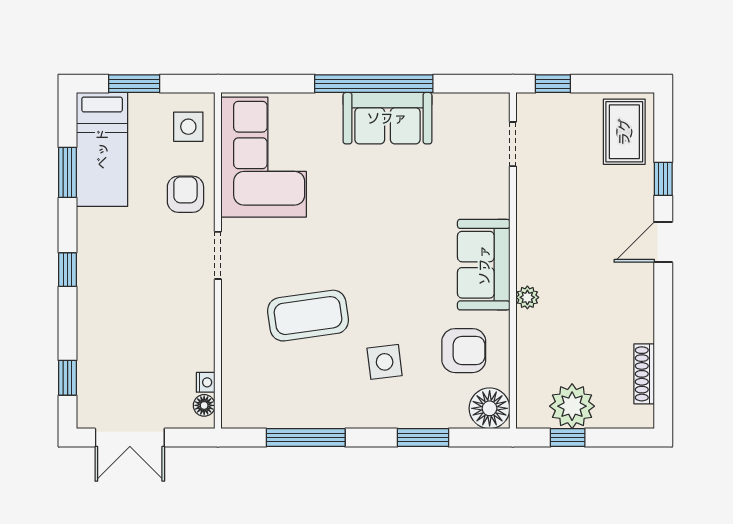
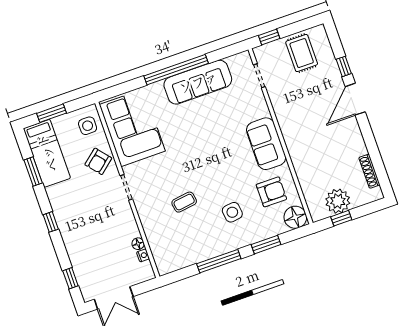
sofa: (387, 118) -> (198, 82), width x1.36
rug: (624, 132) -> (302, 53), moved
armchair: (185, 194) -> (98, 161), turned -130
door: (663, 242) -> (355, 99), width x1.38
plant: (527, 297) -> (295, 153), removed
coffee table: (308, 316) -> (184, 202), width x0.54, depth x0.58
floor lamp: (204, 405) -> (138, 244), moved
window: (306, 438) -> (219, 261), moved

